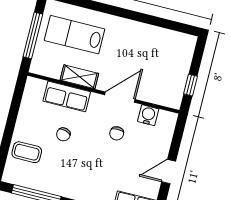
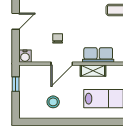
stool: (145, 48) -> (53, 102), added
water cooler: (148, 115) -> (25, 56), moved
chair: (63, 134) -> (94, 29), removed

